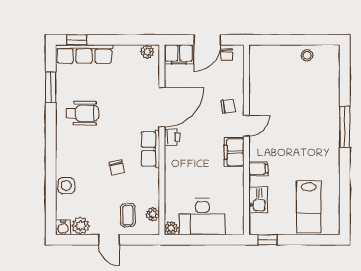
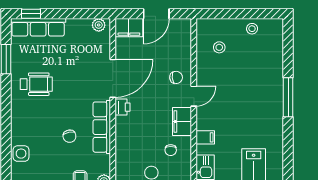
chair: (227, 55) -> (171, 150), moved
stool: (273, 75) -> (219, 47), added
row of seats: (151, 149) -> (102, 127), width x1.48

